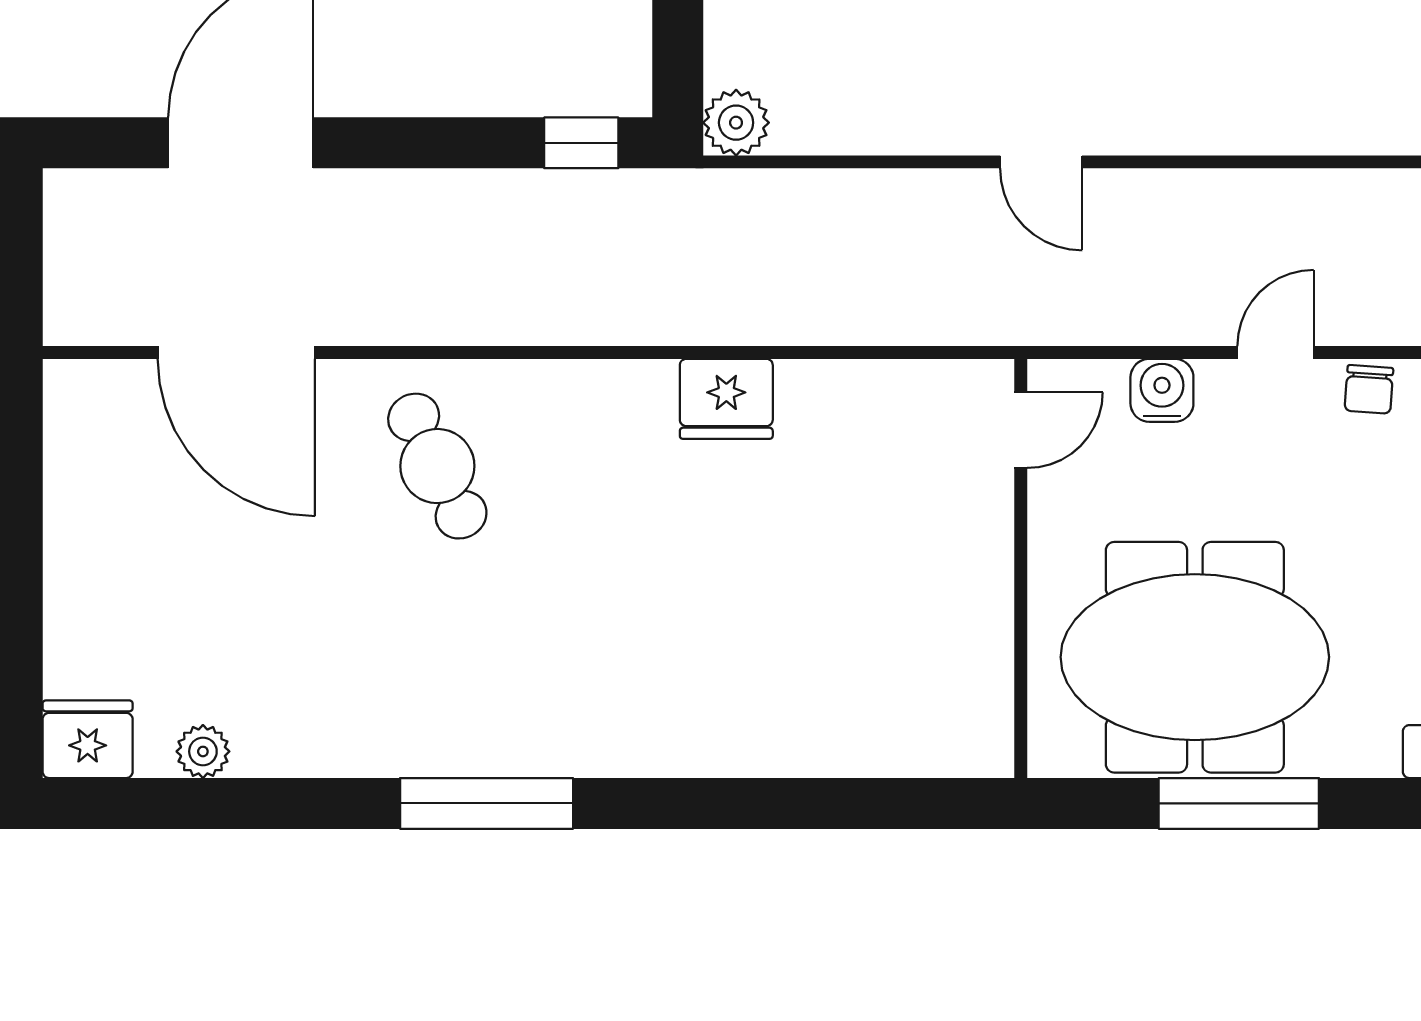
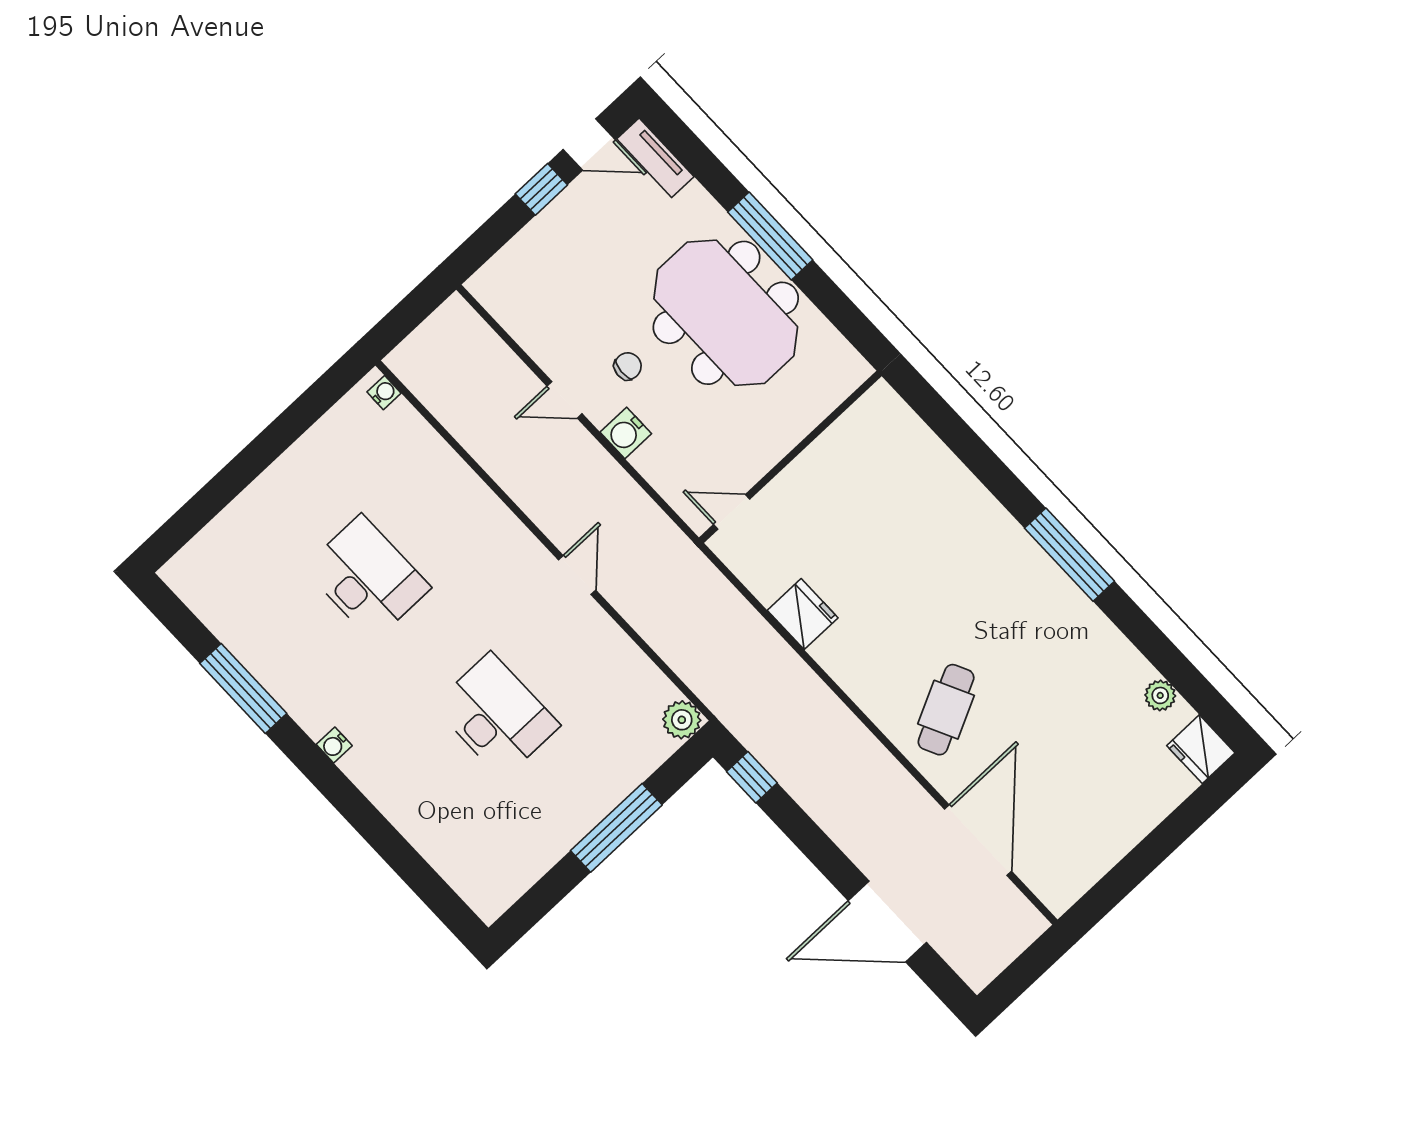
chair: (1369, 389) -> (628, 366), moved
door: (1021, 430) -> (732, 512), moved
wall: (1021, 568) -> (790, 457), moved

